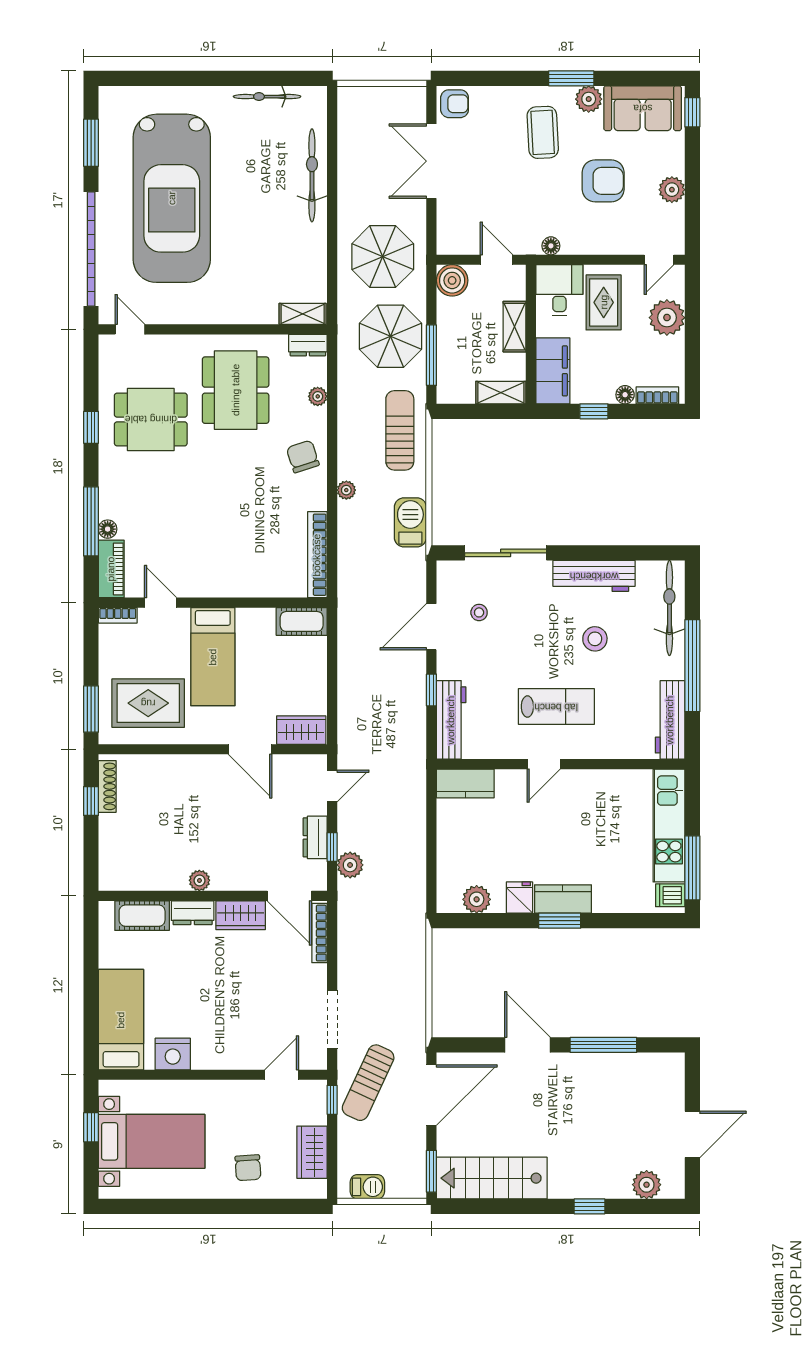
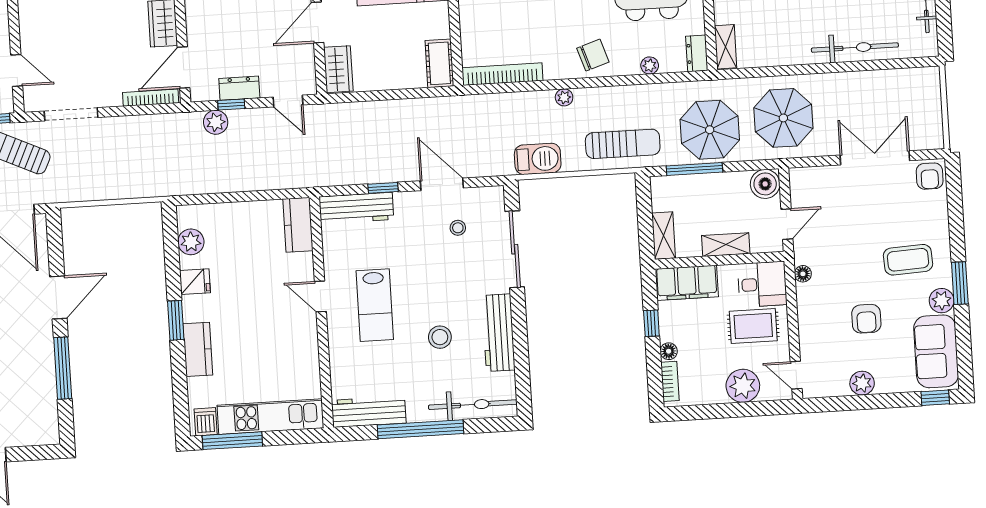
armchair: (603, 181) -> (866, 319), width x0.72, depth x0.72
kitchen counter: (563, 899) -> (198, 349), moved

